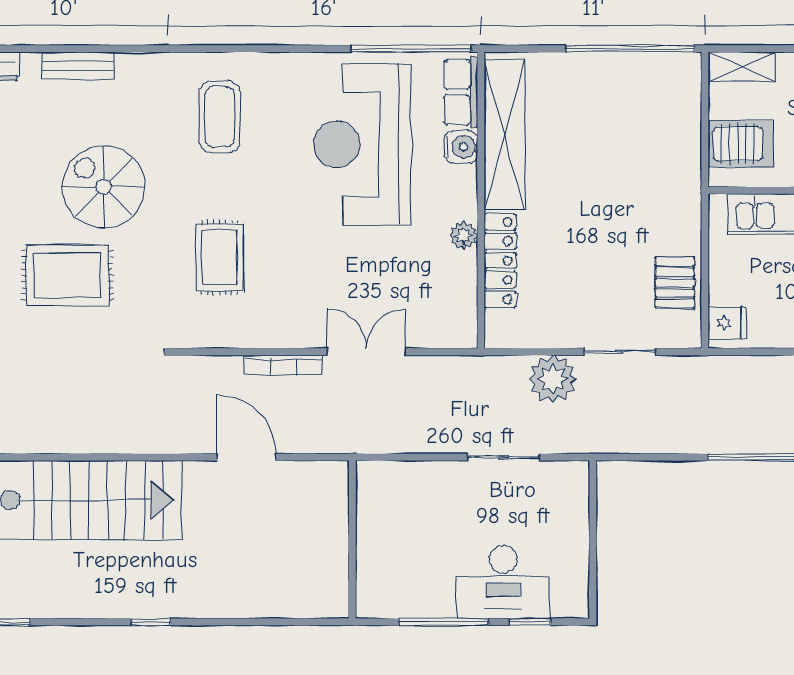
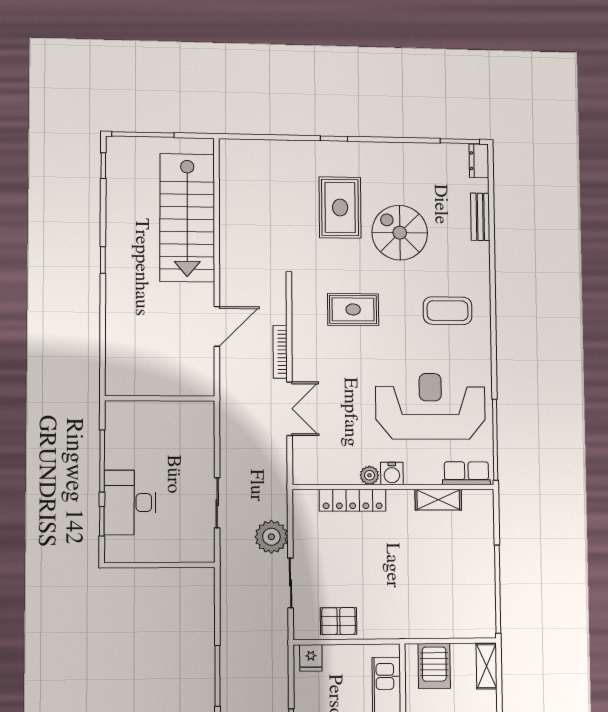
shelving: (505, 135) -> (438, 500), width x0.45, depth x0.75
water cooler: (461, 147) -> (392, 473), moved
spiral stairs: (104, 187) -> (400, 233), turned -90

